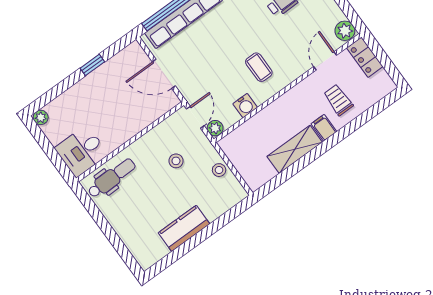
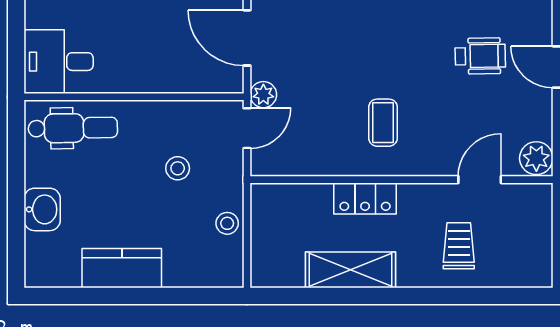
locker: (365, 57) -> (365, 198), moved, turned -90
water cooler: (245, 106) -> (326, 161), removed
plant: (215, 128) -> (263, 95), moved
filing cabinet: (324, 128) -> (412, 269), removed
washbasin: (125, 228) -> (42, 209), added

